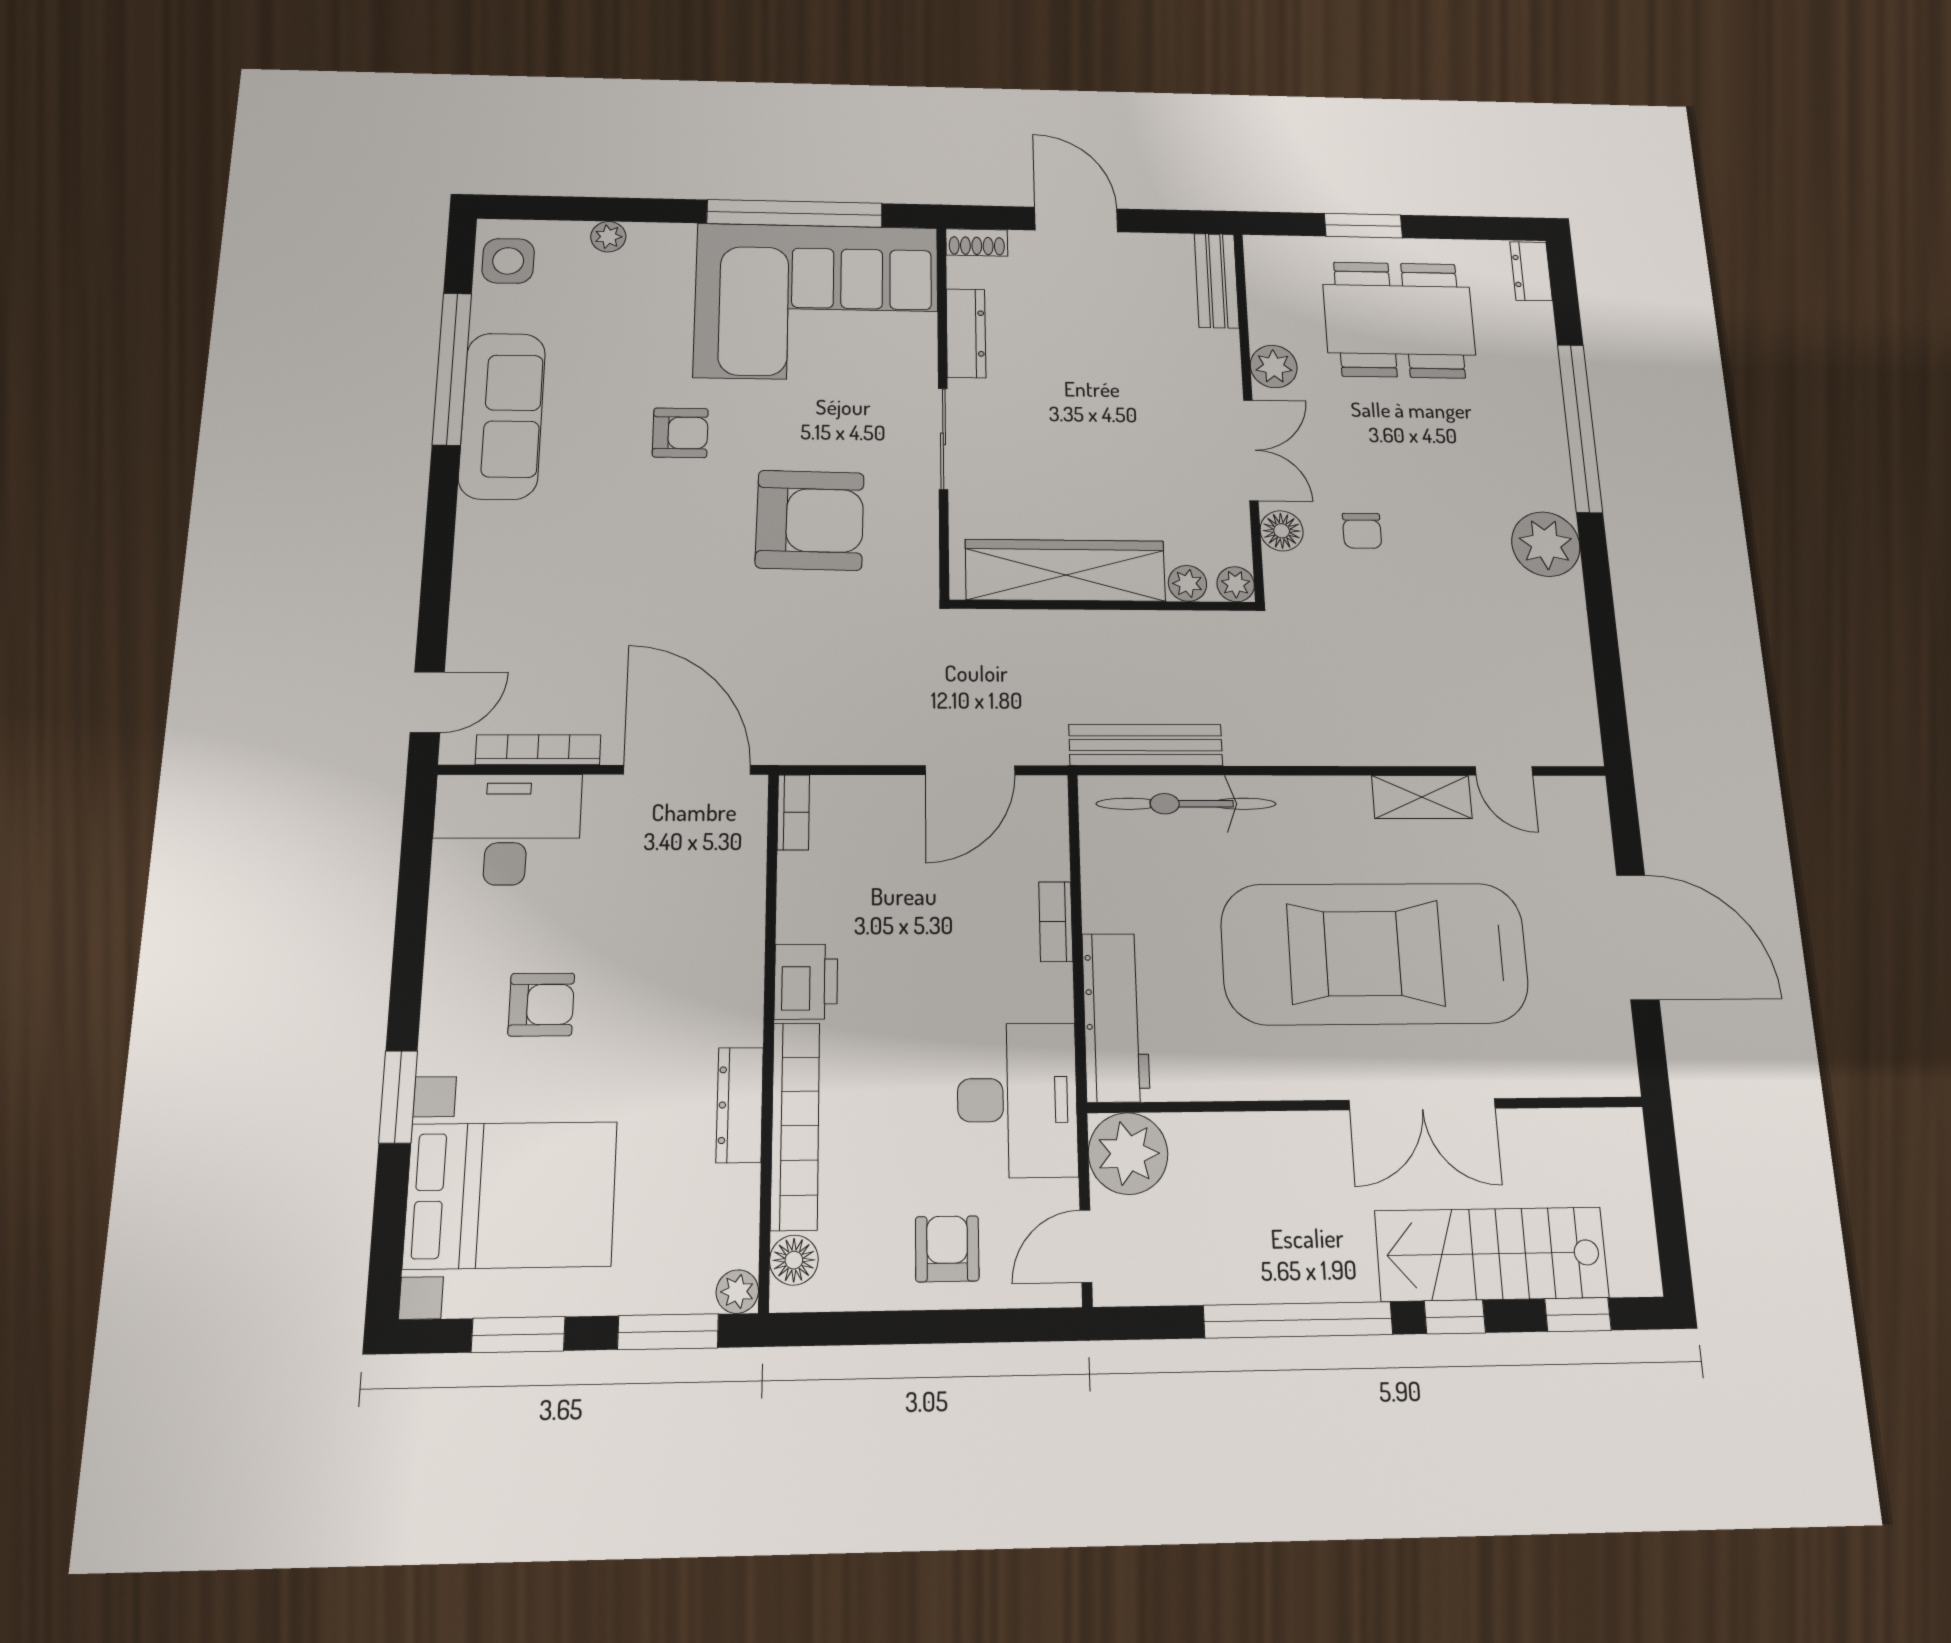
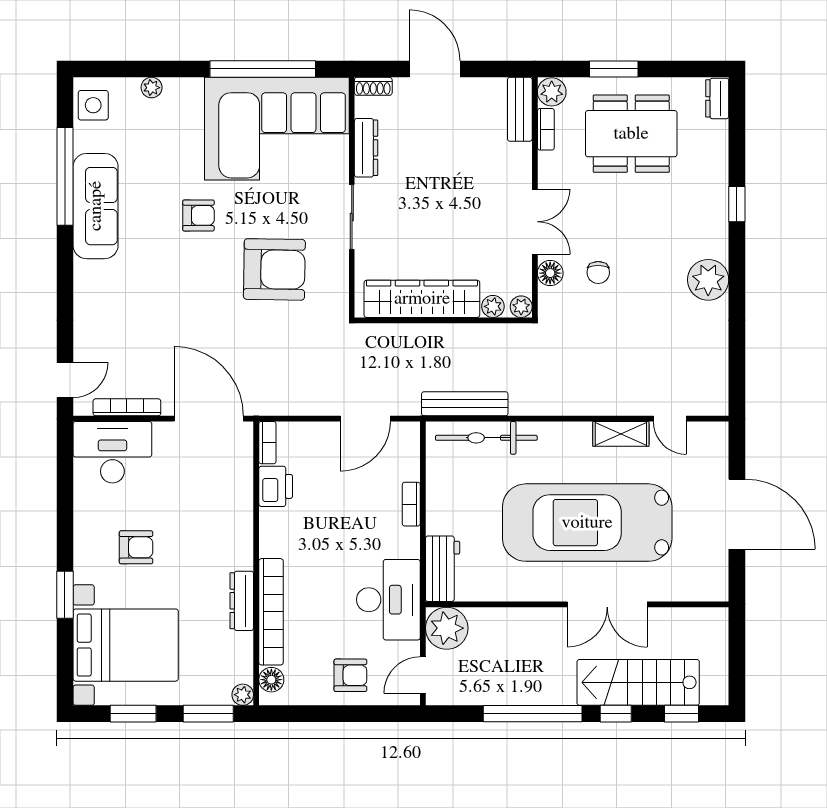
bookcase: (1261, 311) -> (546, 129), added
plant: (1274, 367) -> (552, 92), moved
window: (1580, 428) -> (737, 204), width x0.32
printer: (806, 982) -> (276, 486), moved
workbench: (1116, 1017) -> (443, 569), width x0.73
armchair: (947, 1249) -> (350, 675), turned 90

